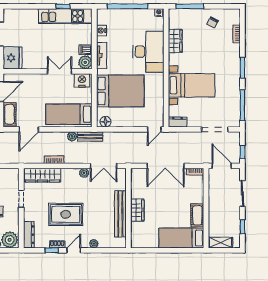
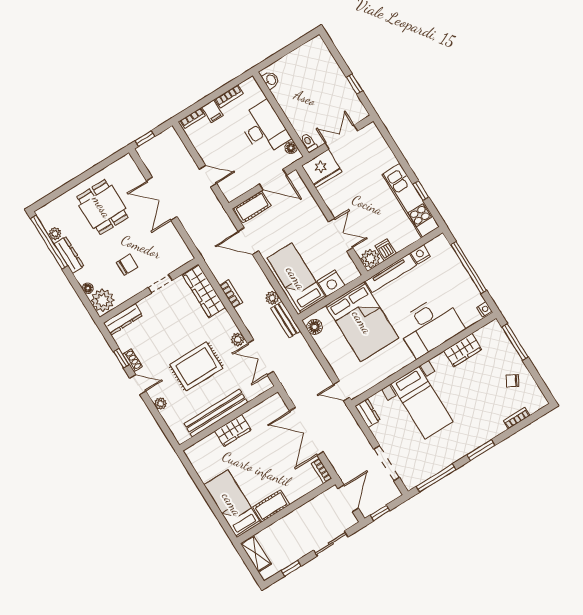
tv unit: (102, 55) -> (391, 273), width x1.41
nightstand: (82, 80) -> (331, 283), moved, turned 90
rug: (66, 214) -> (196, 366), moved, turned 90

